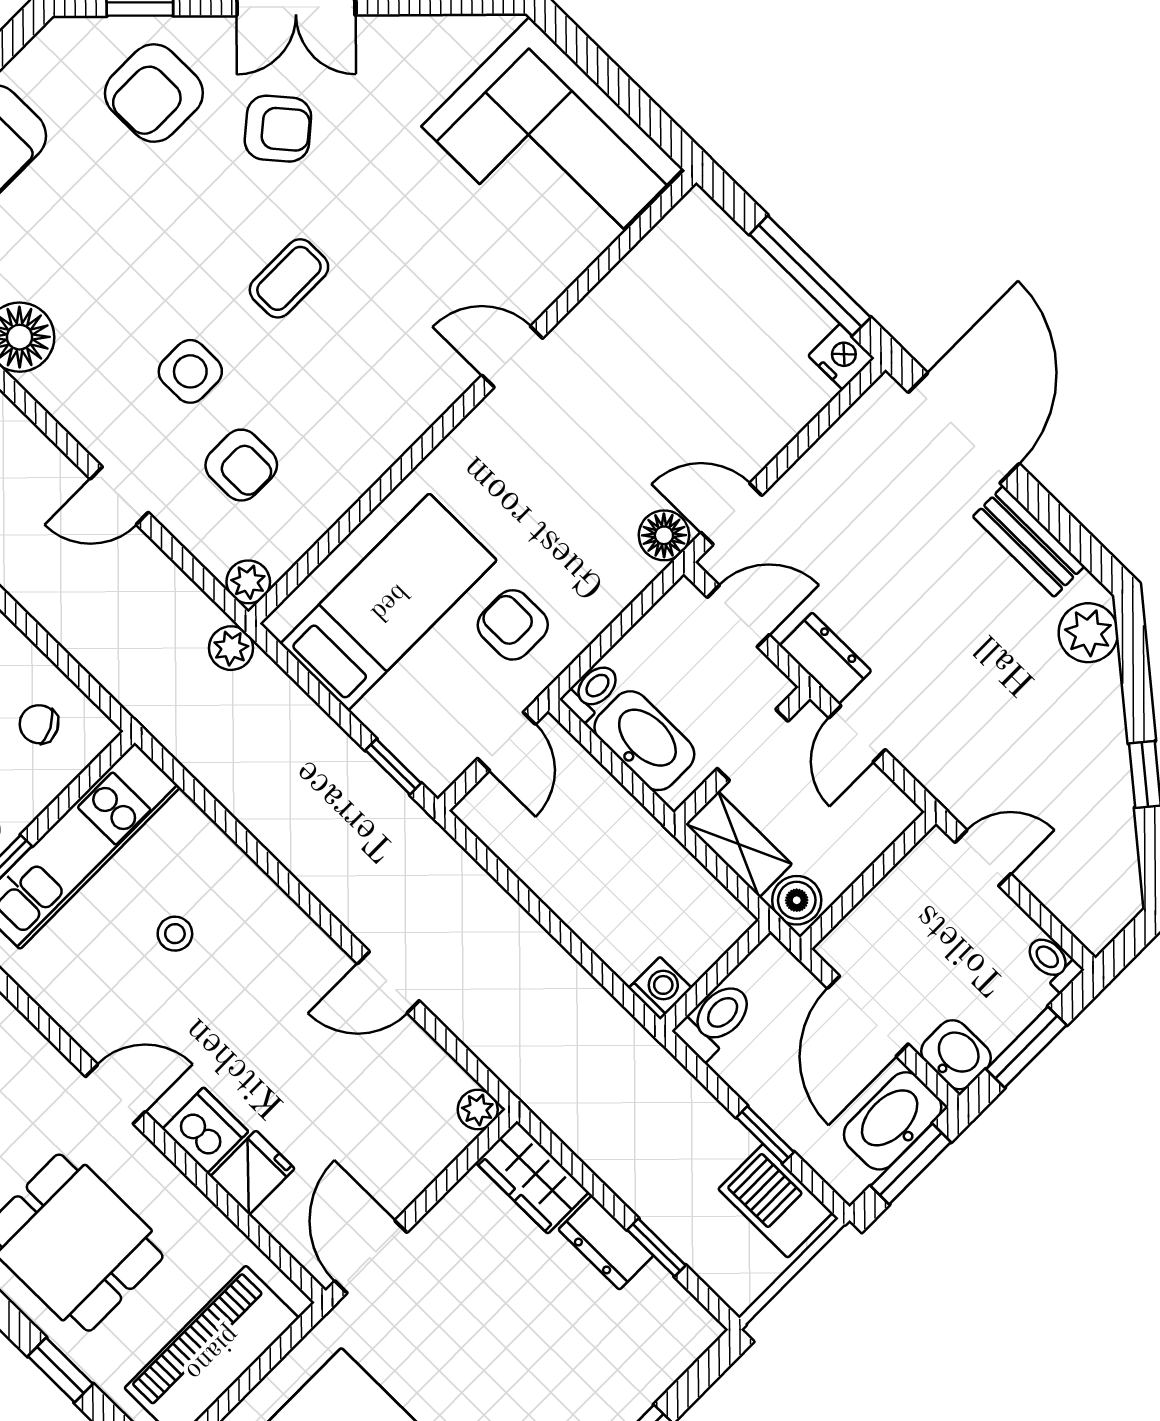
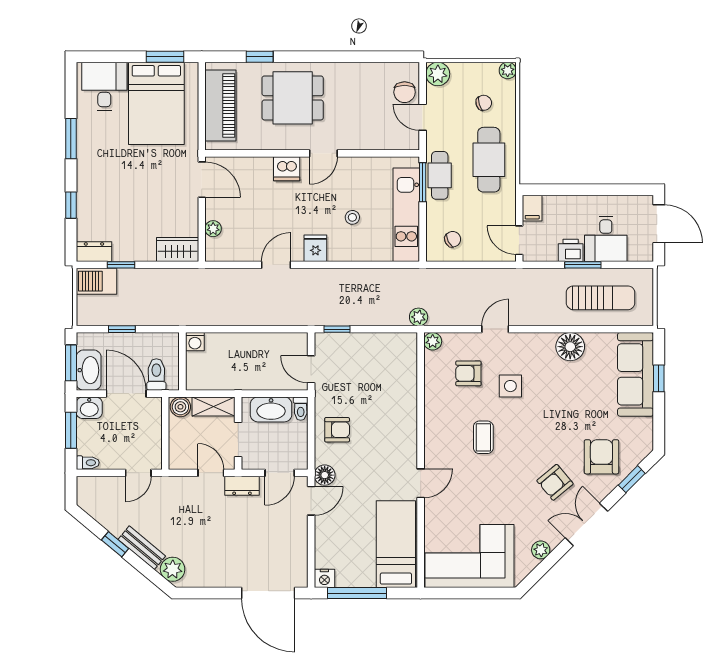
plant: (418, 36) -> (541, 550), added
coffee table: (289, 278) -> (483, 437), moved
bench: (1029, 541) -> (142, 548), moved, turned 40
bed: (389, 602) -> (396, 544), moved, turned 180
armchair: (513, 625) -> (337, 430), moved
toilet: (715, 1020) -> (156, 375), moved, turned 180
plant: (478, 1110) -> (213, 229), moved
fridge: (252, 1173) -> (315, 248), moved, turned 180
barbecue: (775, 1201) -> (96, 281), moved, turned 180
dresser: (606, 1243) -> (94, 252), moved

